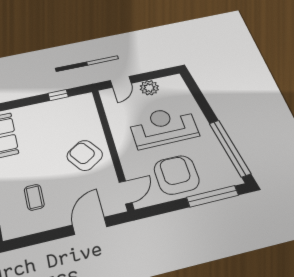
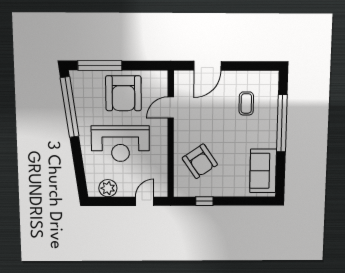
plant: (149, 88) -> (108, 188), moved
armchair: (85, 155) -> (200, 161), moved
door: (126, 192) -> (171, 108), moved

